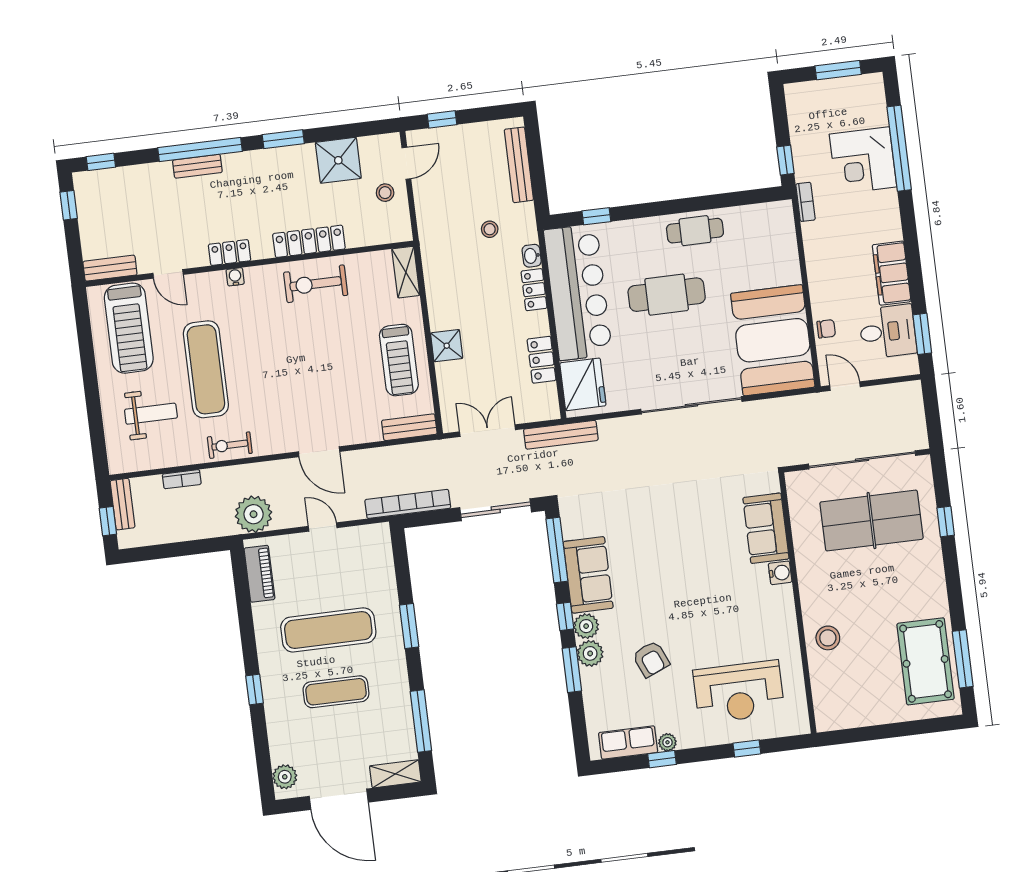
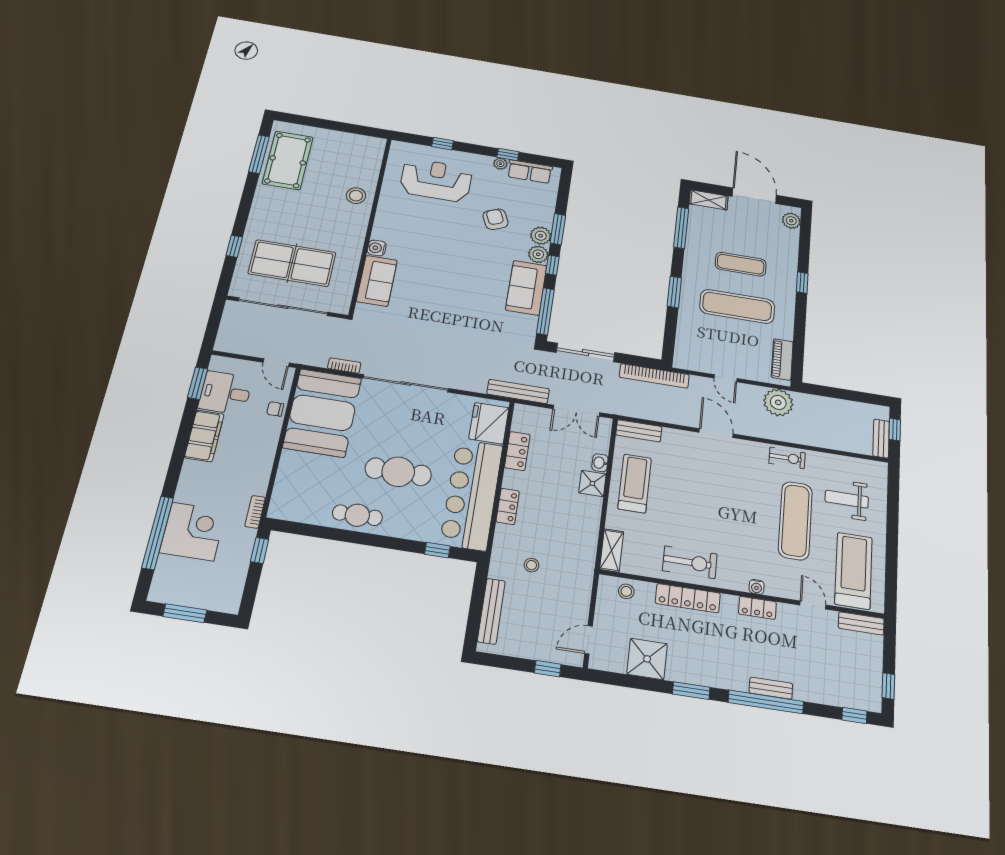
stool: (385, 193) -> (626, 591), moved
washbasin: (532, 256) -> (600, 463), moved, turned 180
bookcase: (182, 479) -> (344, 366), moved

